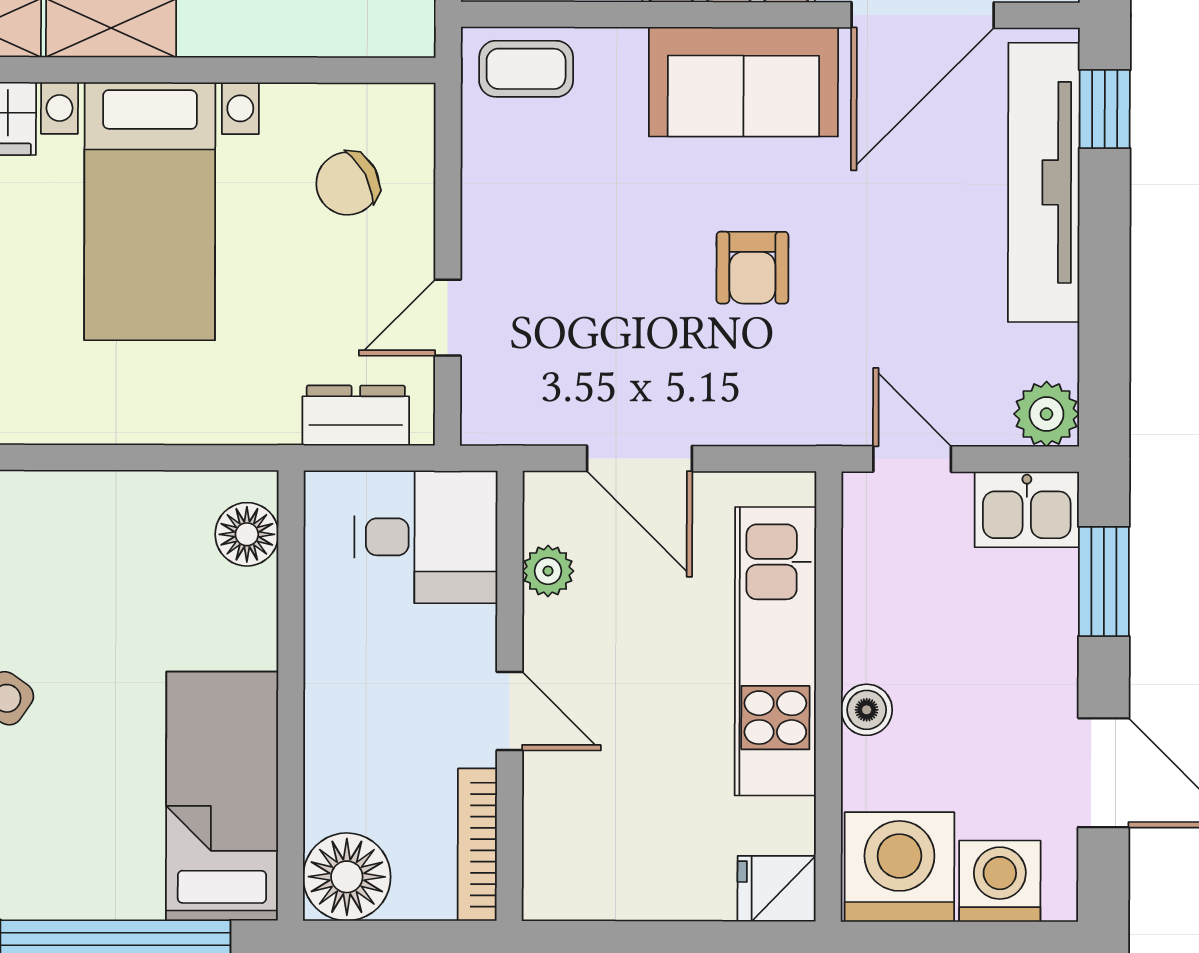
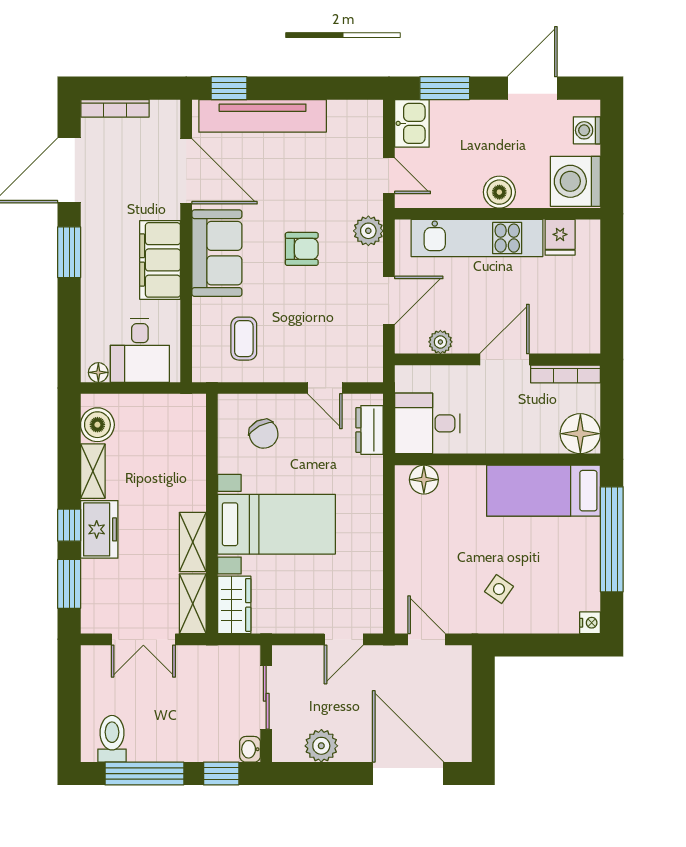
coffee table: (526, 69) -> (244, 339), moved
plant: (1046, 414) -> (368, 231), moved
door: (912, 459) -> (389, 176), swing flipped
desk: (426, 537) -> (427, 423), moved, turned -90
boiler: (867, 710) -> (499, 192), width x1.36, depth x1.36
door: (510, 711) -> (504, 359), width x1.38
washing machine: (1000, 881) -> (587, 130), width x0.73, depth x0.73
fridge: (777, 889) -> (560, 237), moved

